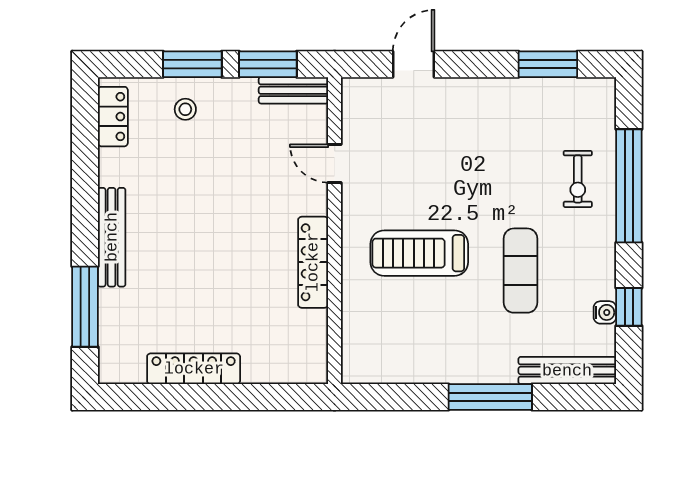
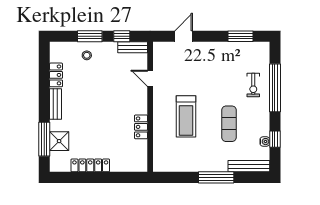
window: (268, 64) -> (122, 36), width x0.67
locker: (113, 117) -> (56, 75), moved
bench: (112, 237) -> (55, 104), width x0.73
treadmill: (419, 253) -> (186, 116), turned -90
locker: (313, 262) -> (141, 127), width x0.66
shower: (120, 311) -> (59, 141), added

